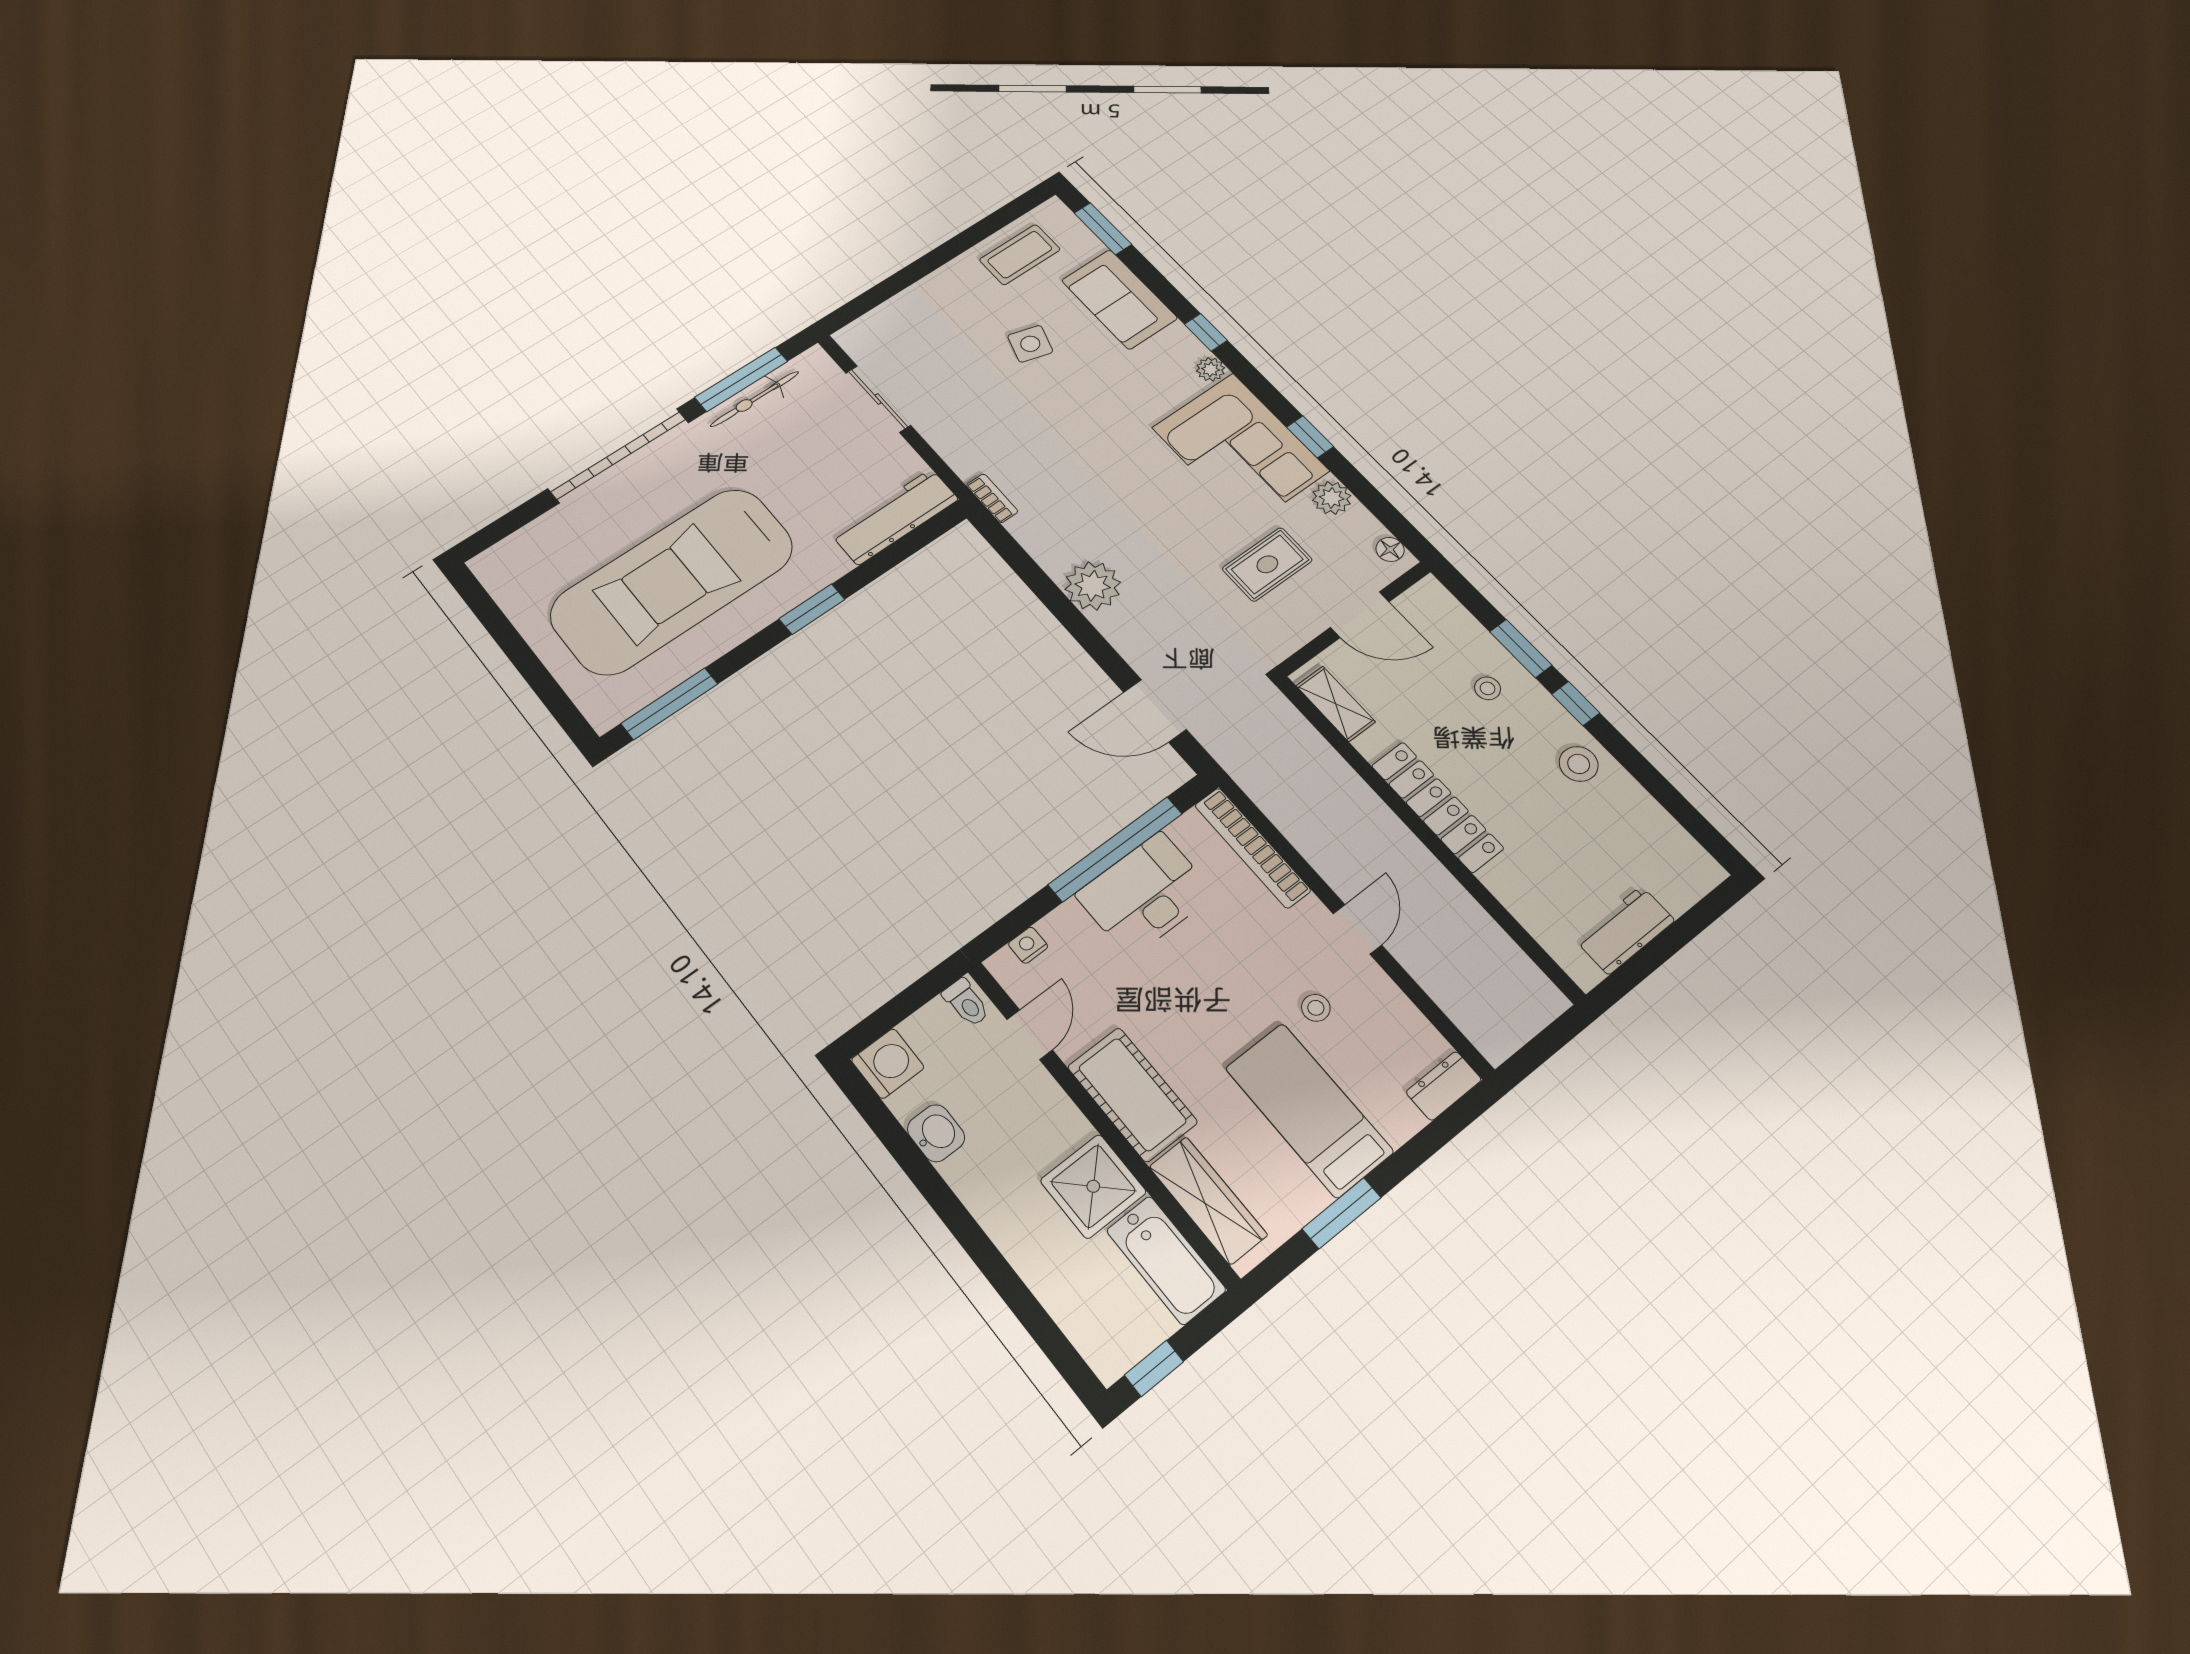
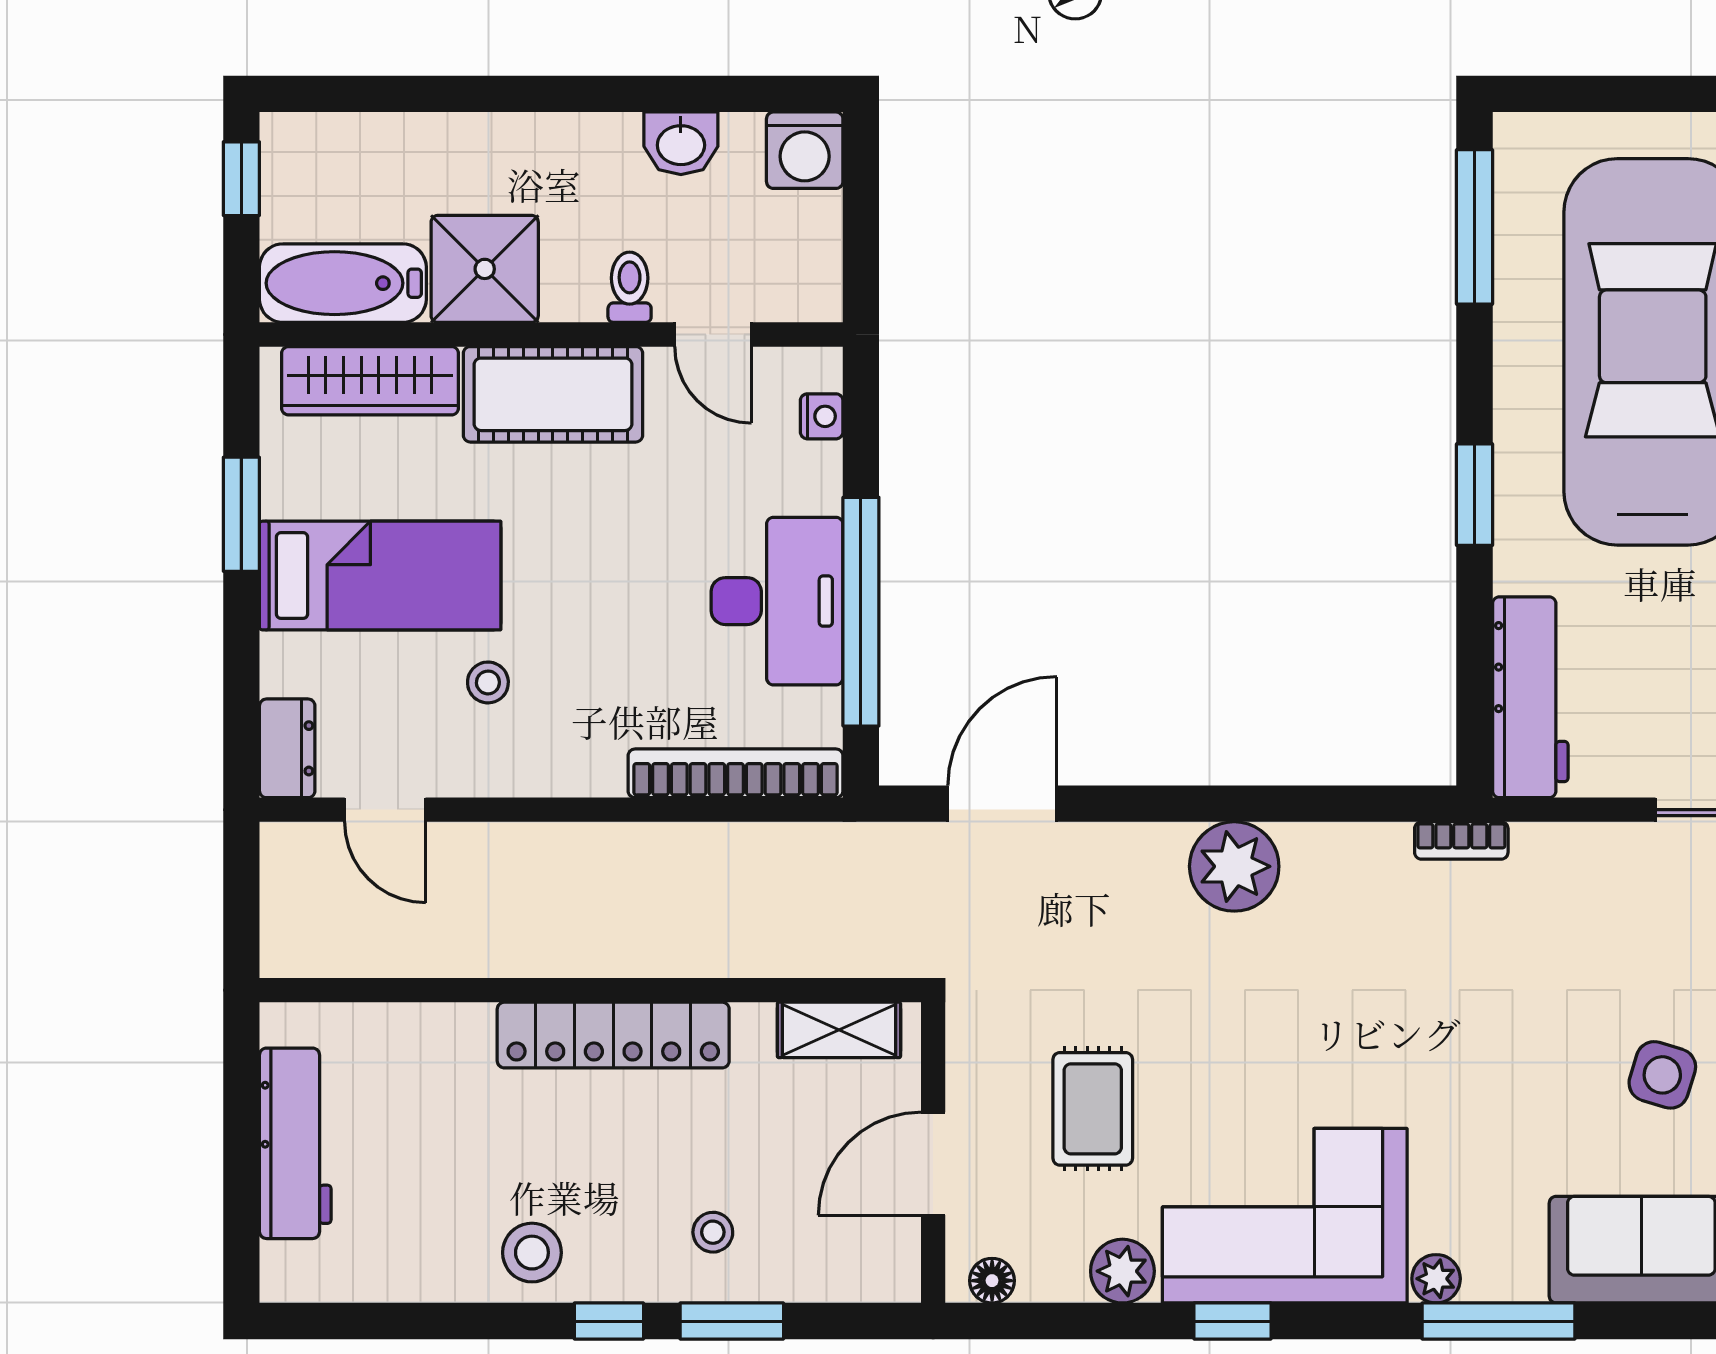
window: (1206, 332) -> (1499, 1321), width x2.17
door: (1357, 929) -> (385, 810), moved
workbench: (1625, 930) -> (295, 1143), width x1.38
toilet: (966, 1003) -> (630, 287), moved, turned 90

